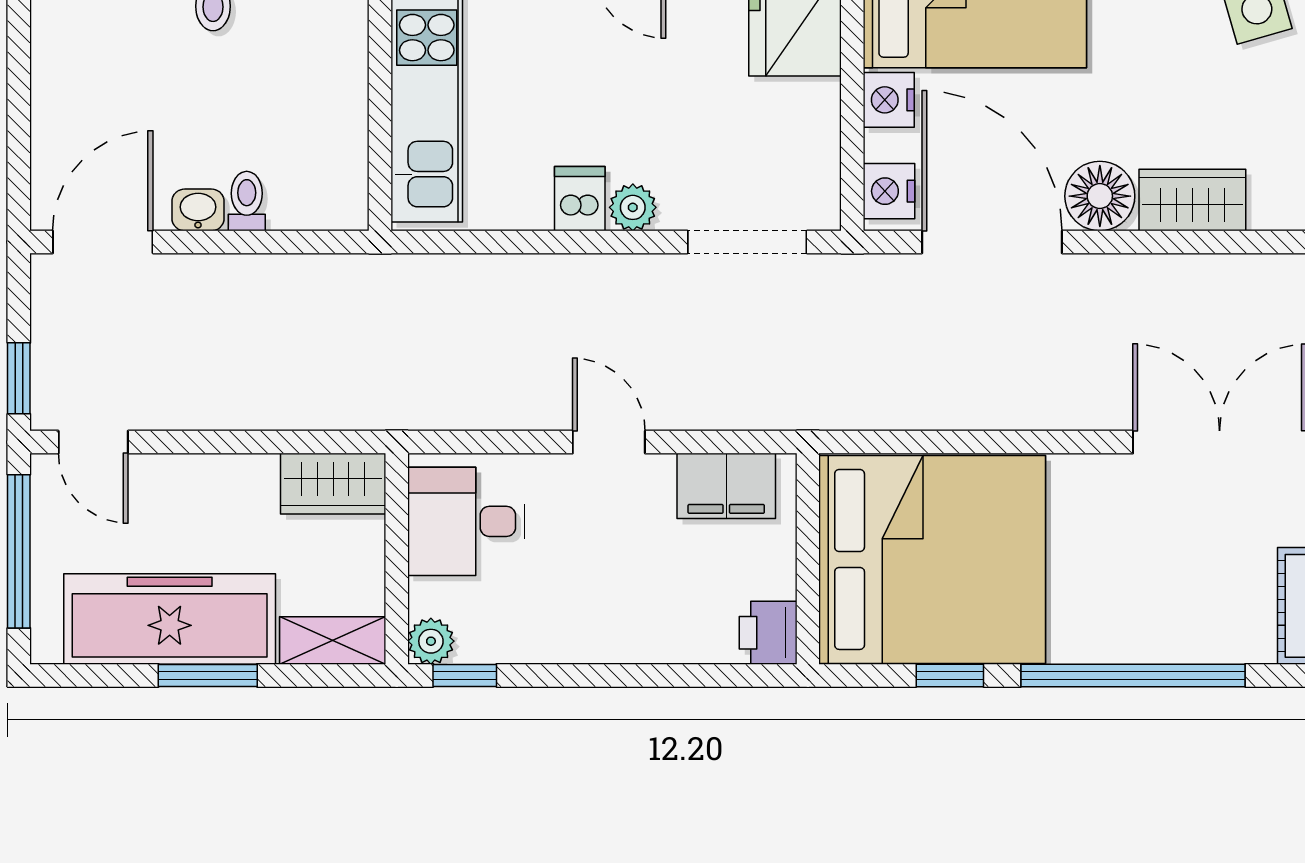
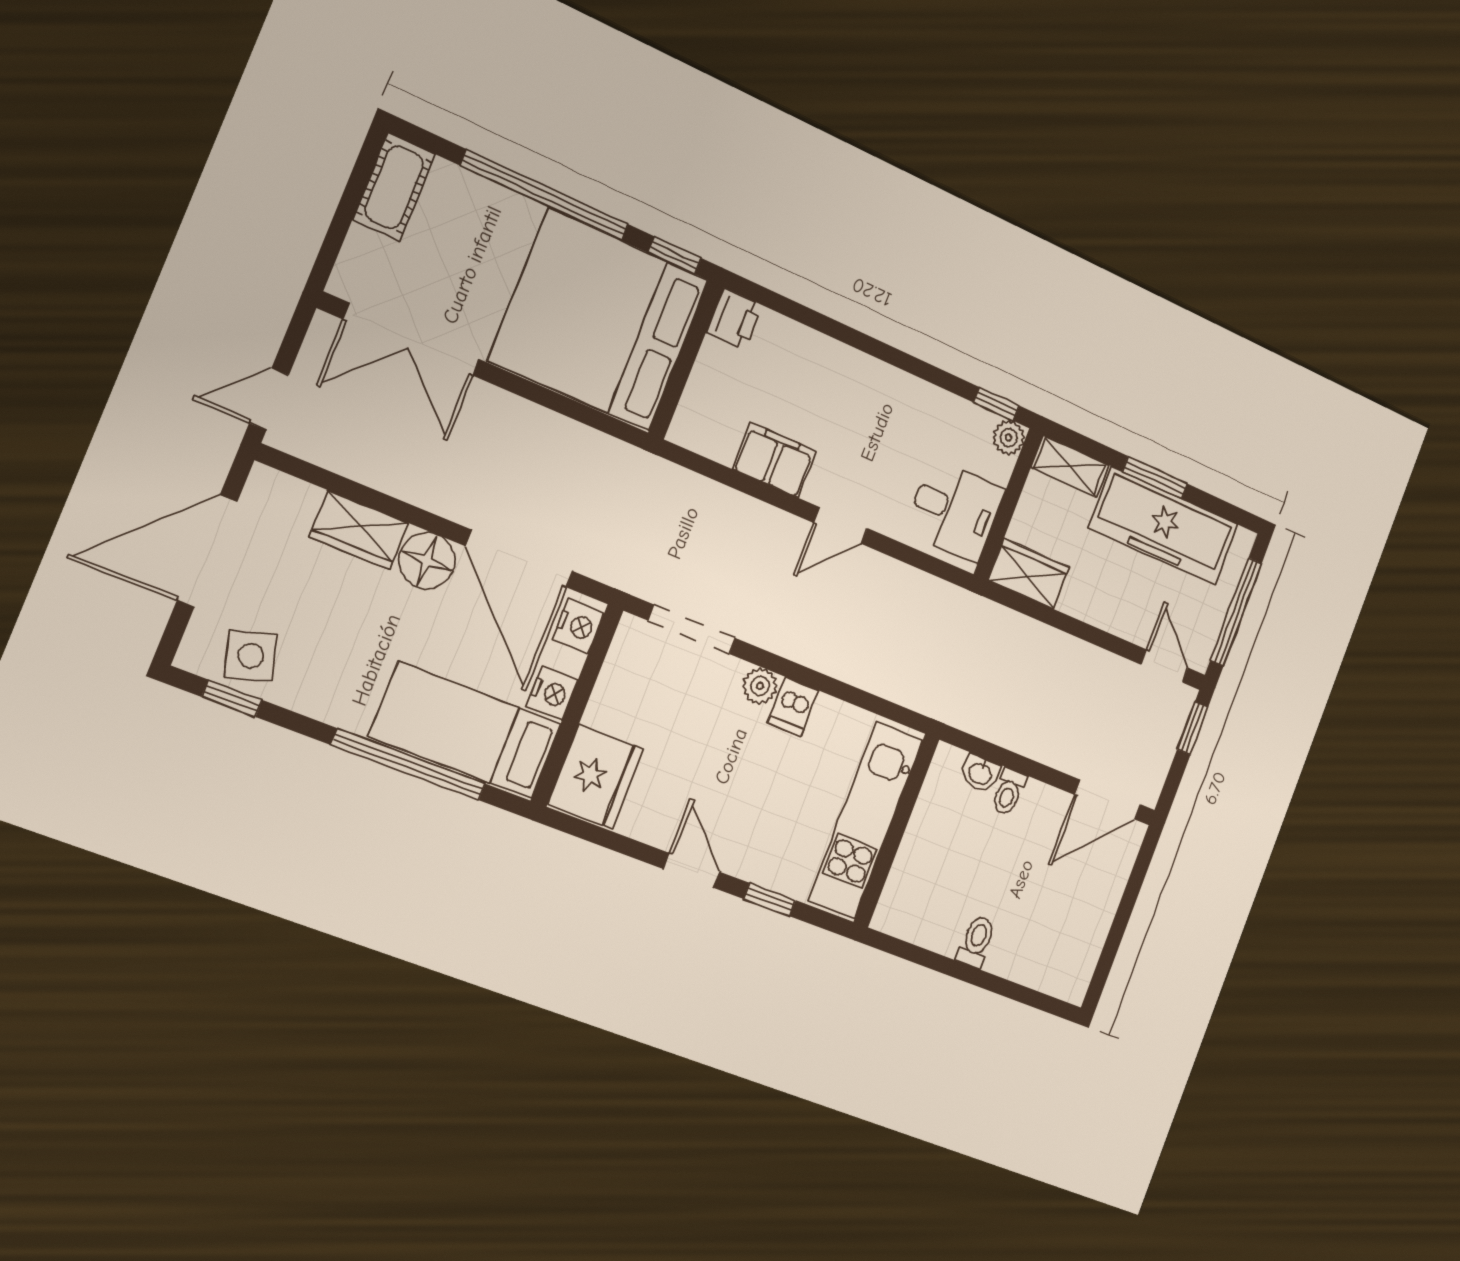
washbasin: (198, 210) -> (980, 773), moved
door: (609, 442) -> (841, 526), hinge flipped
wall: (808, 559) -> (686, 360), moved
bed: (932, 559) -> (599, 320), moved
printer: (768, 633) -> (734, 319), moved

